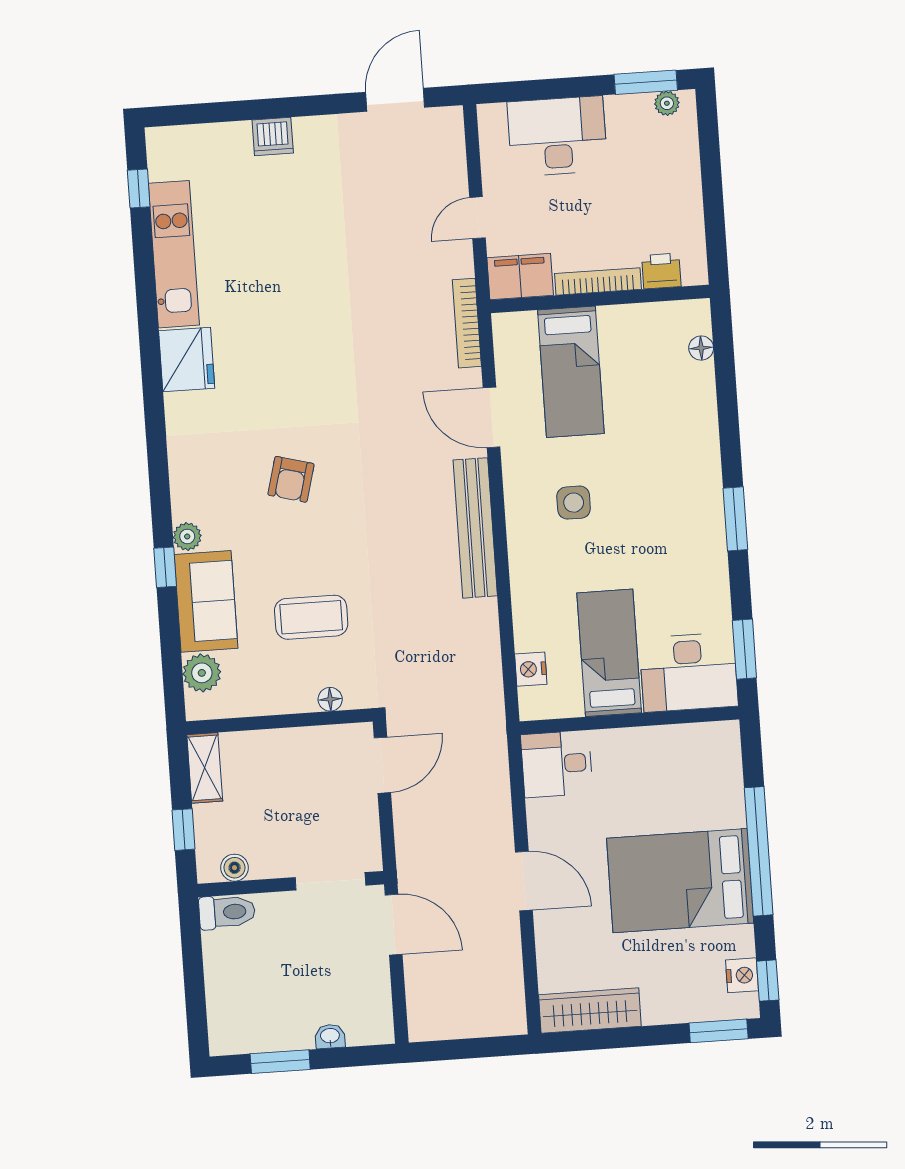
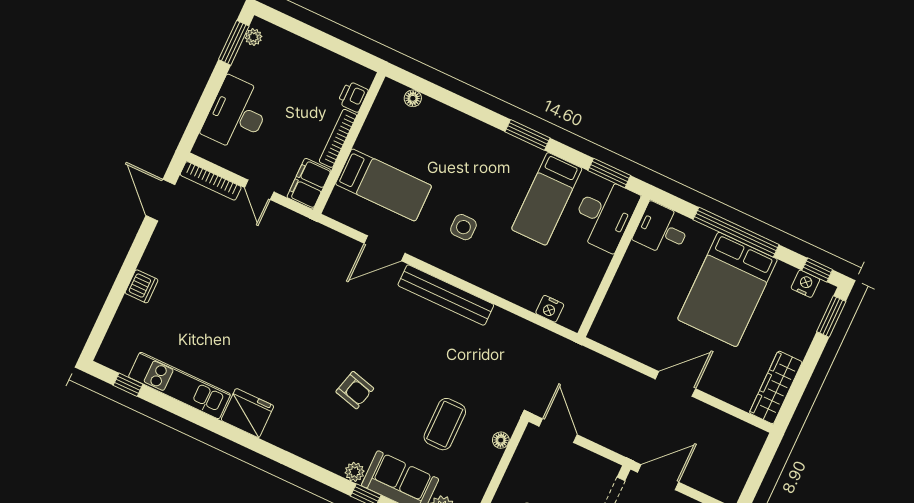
bookcase: (467, 323) -> (211, 181), moved
bed: (609, 653) -> (547, 199), moved, turned -90
desk: (557, 764) -> (662, 230), moved, turned 90

